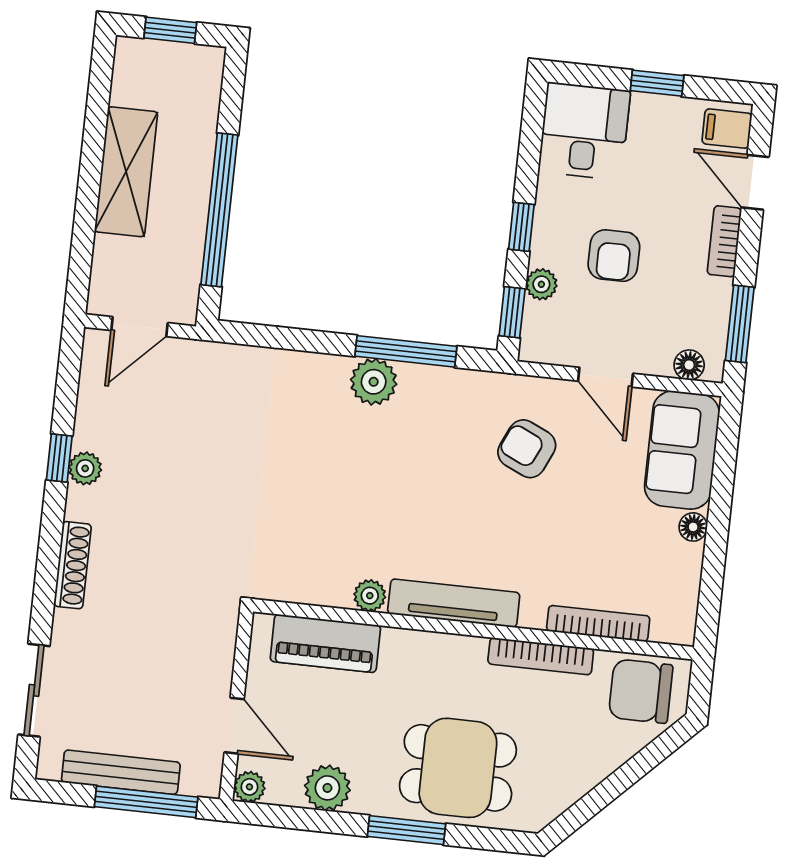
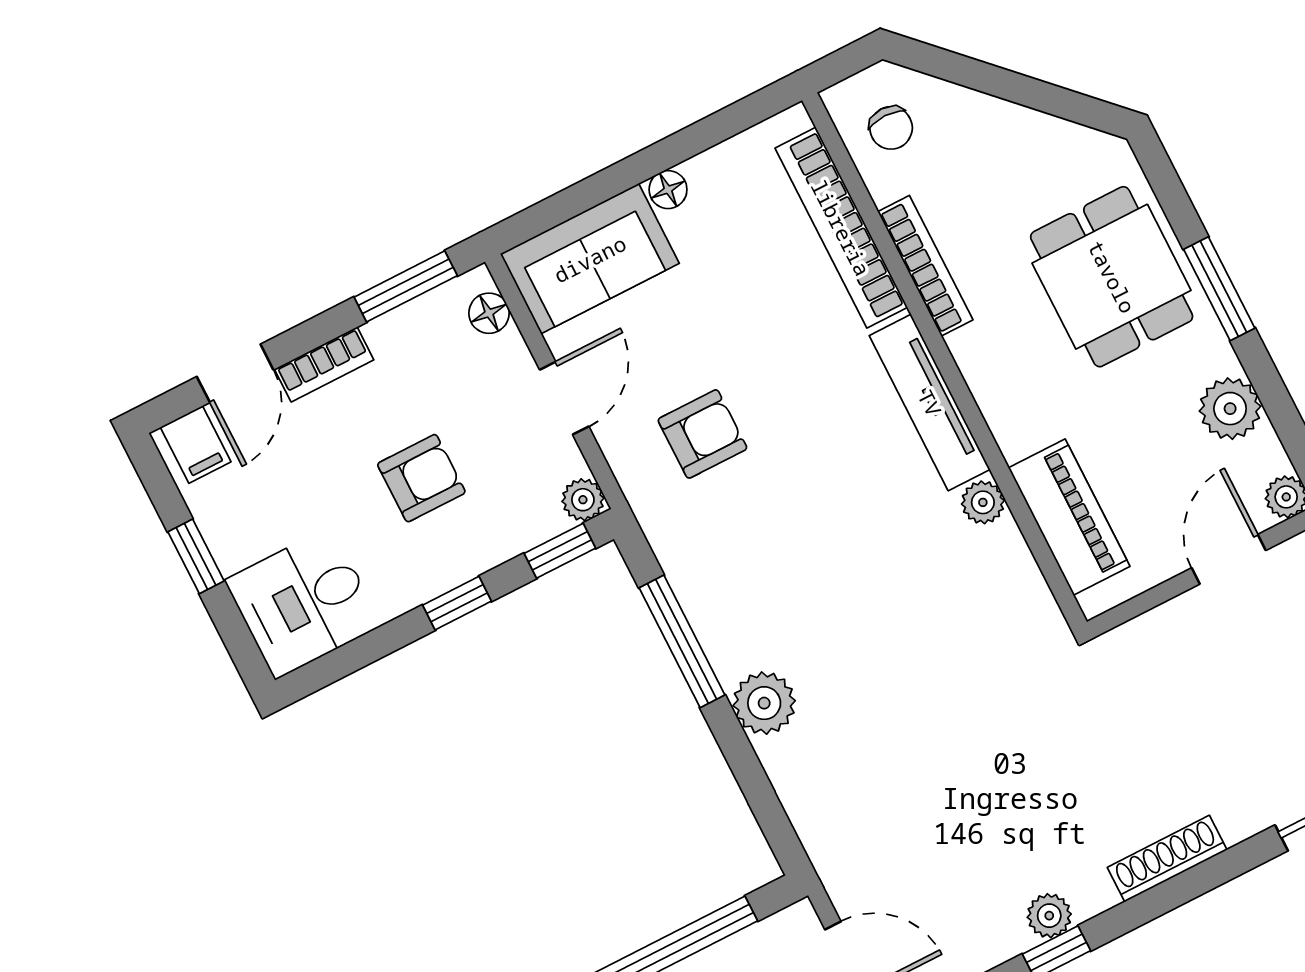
plant: (541, 284) -> (583, 500), moved
plant: (374, 382) -> (764, 703), moved
armchair: (527, 449) -> (702, 434), turned -115
bookcase: (598, 623) -> (841, 228), width x1.48, depth x1.31
chair: (641, 691) -> (891, 128), width x0.54, depth x0.54

